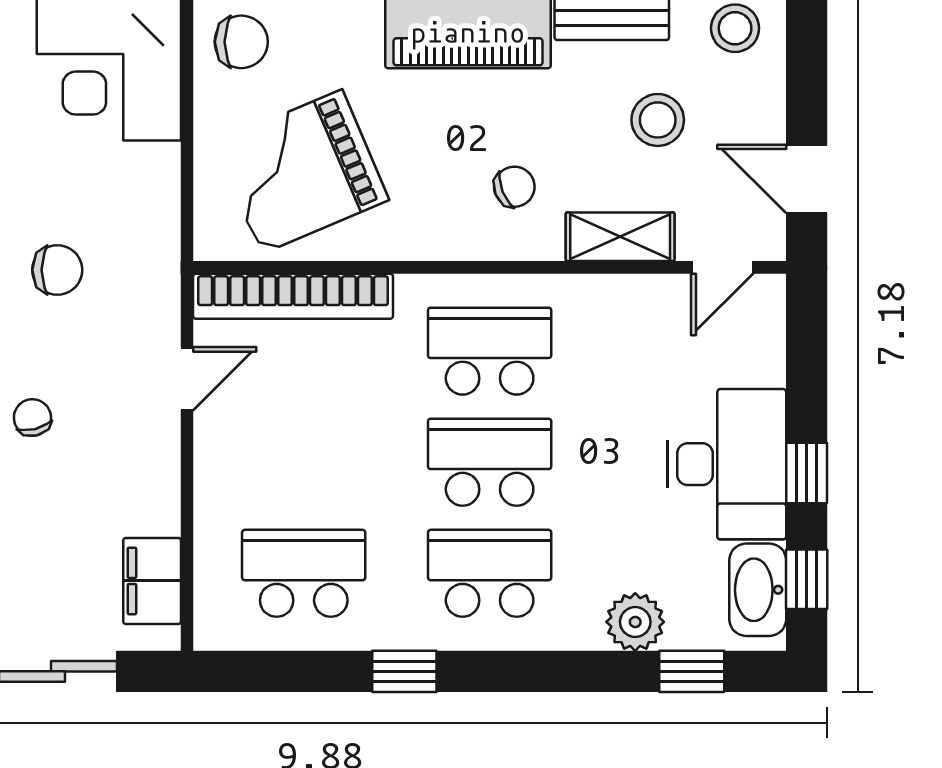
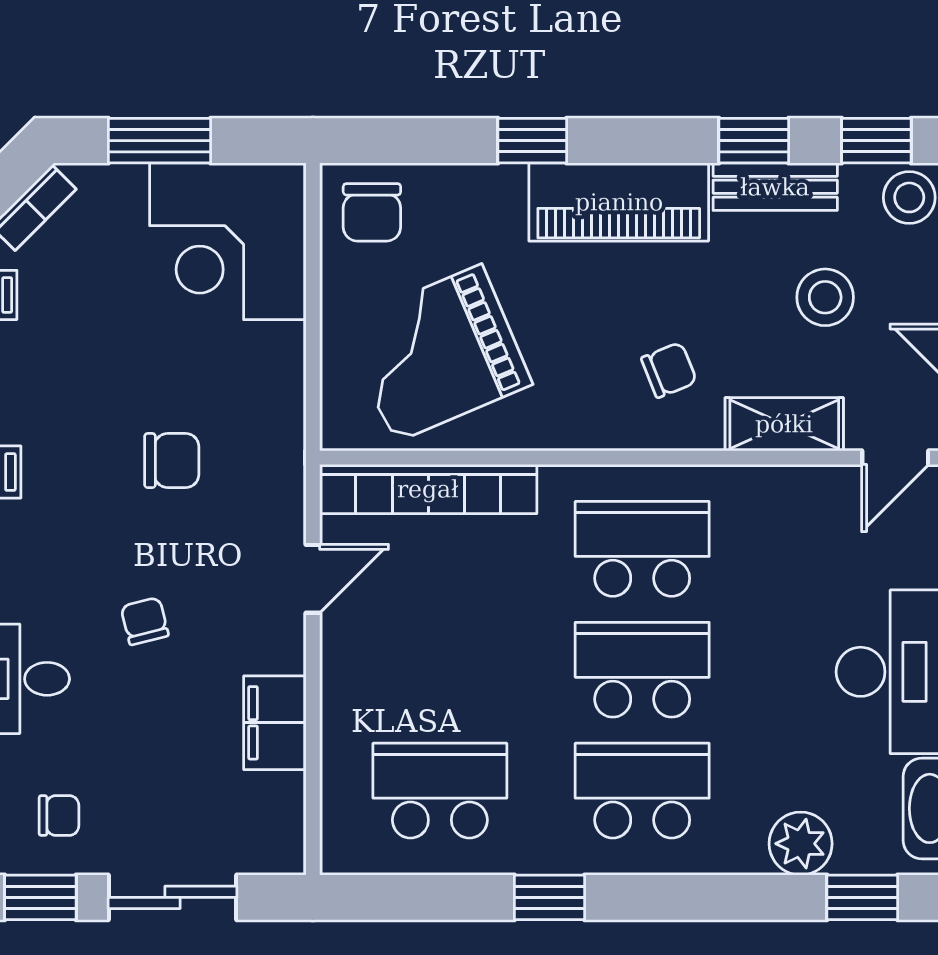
chair: (241, 42) -> (372, 212), turned 90
filing cabinet: (152, 581) -> (275, 723), moved

